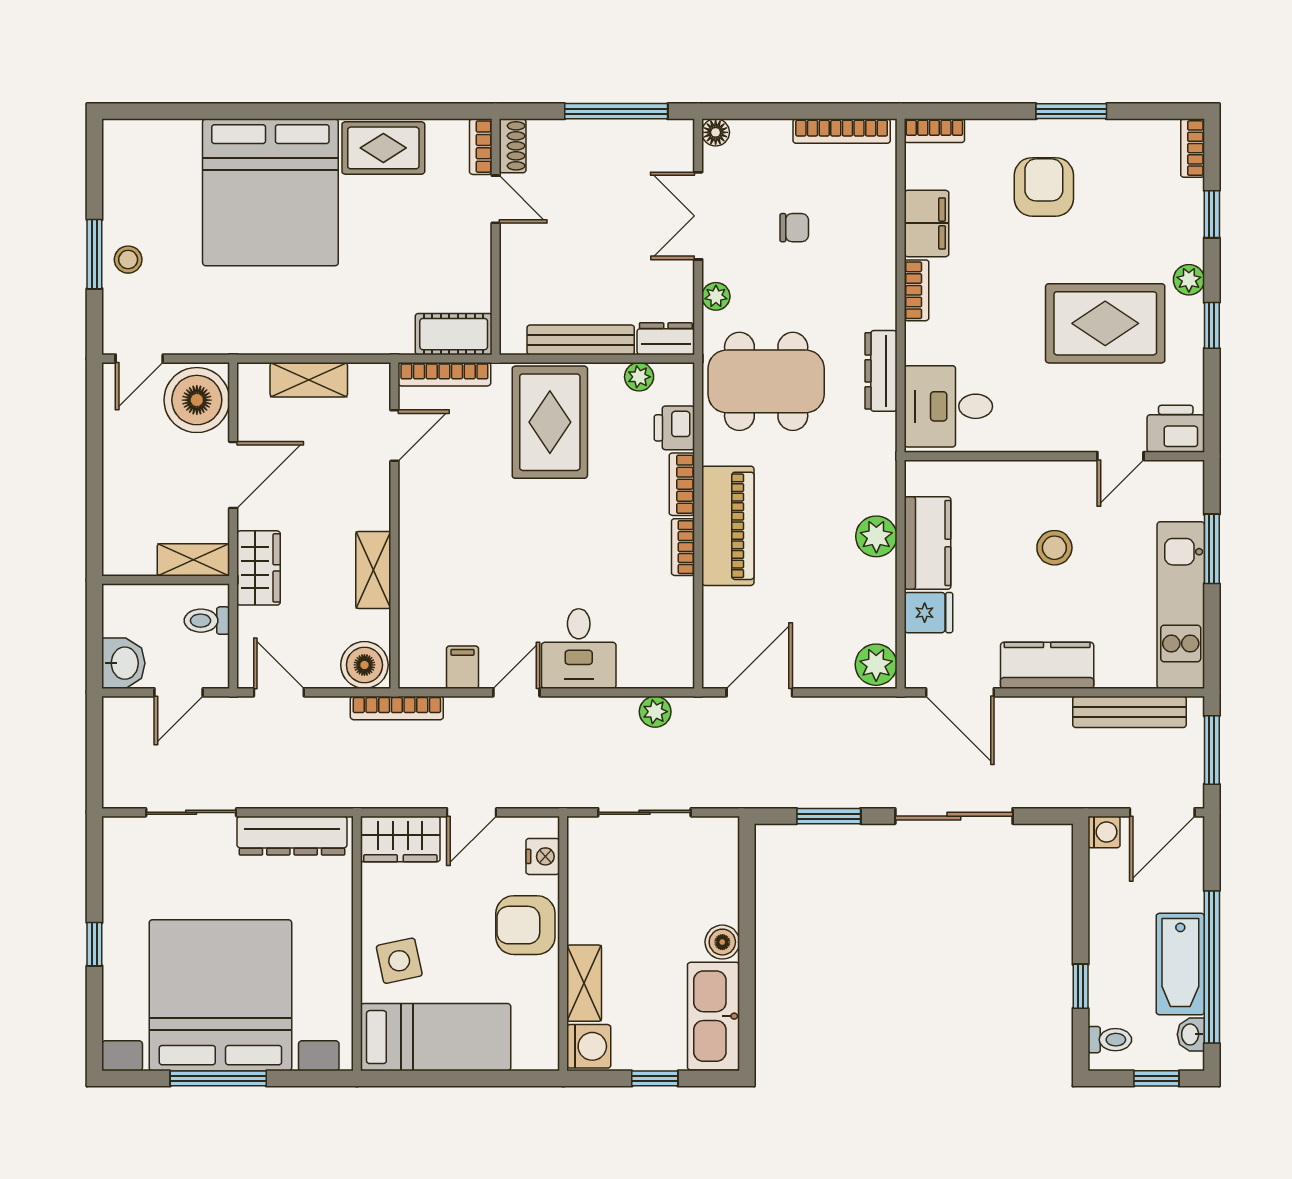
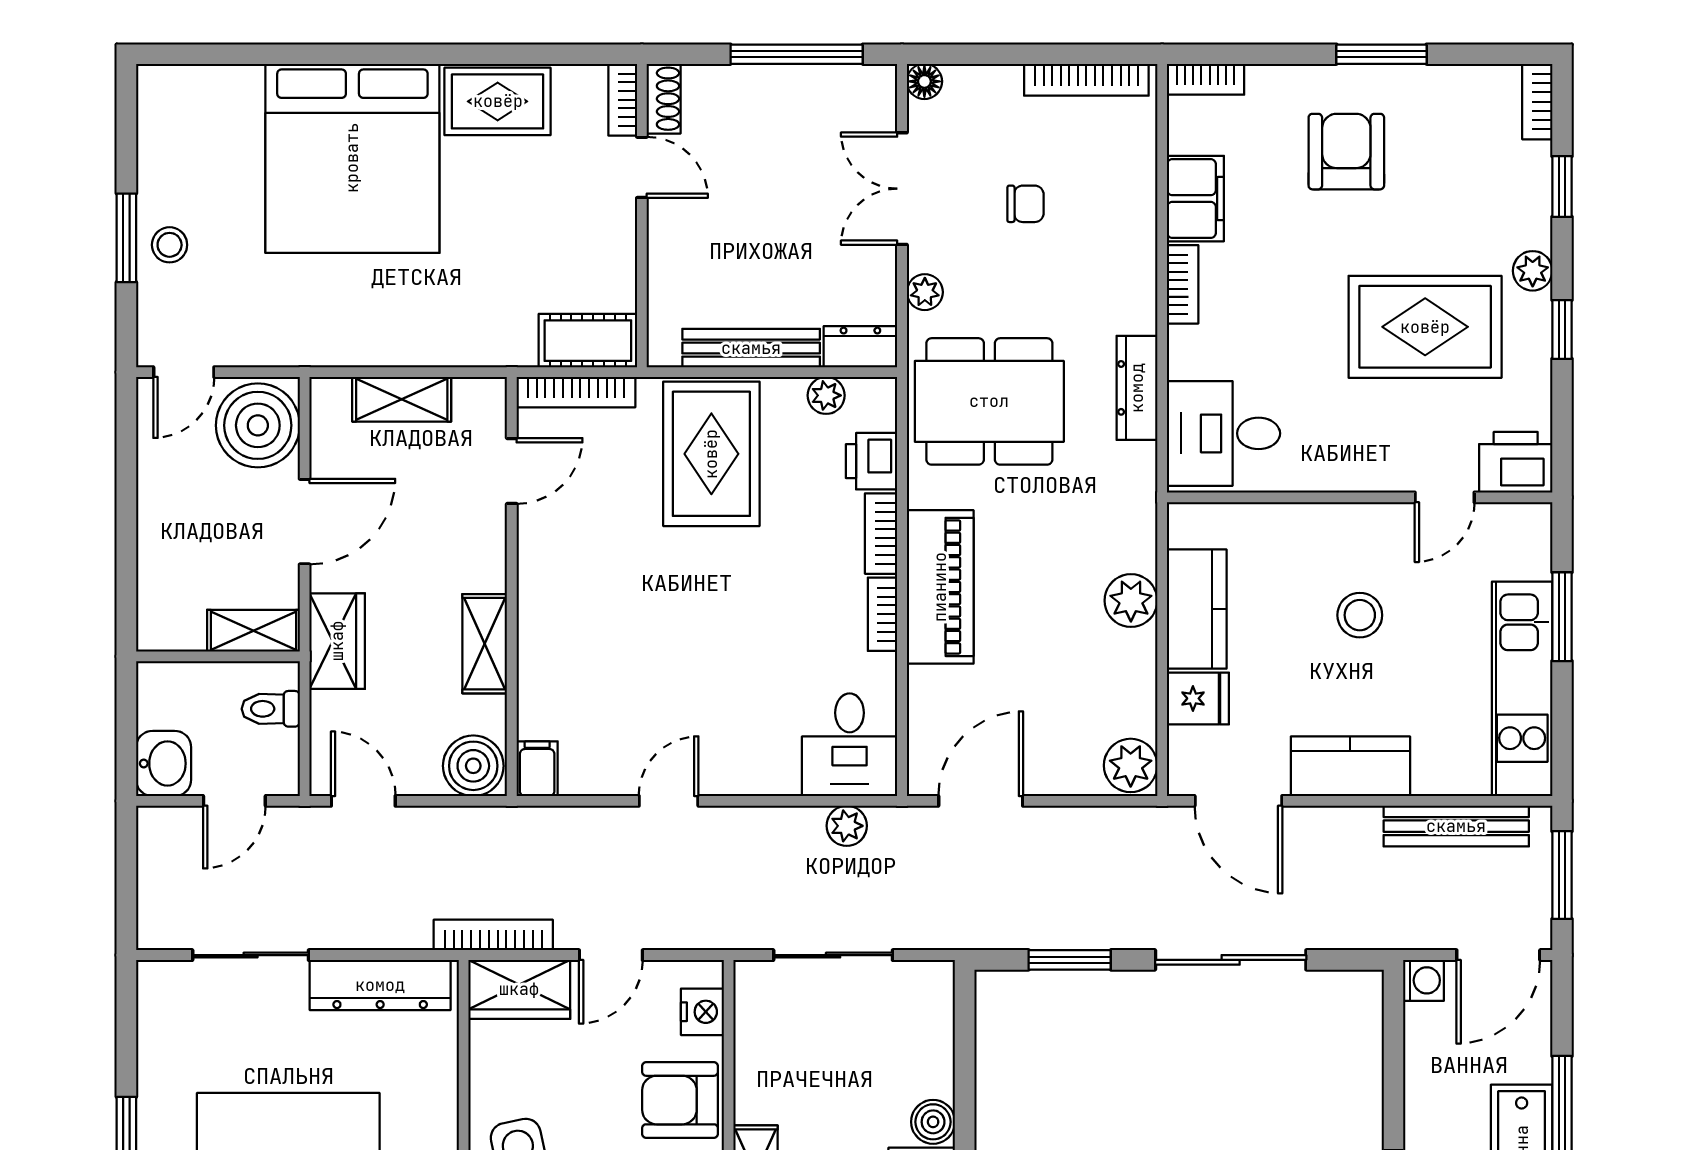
desk: (579, 649) -> (850, 745), moved
filing cabinet: (463, 667) -> (537, 769), moved
bookcase: (397, 708) -> (493, 935), moved, turned 180

